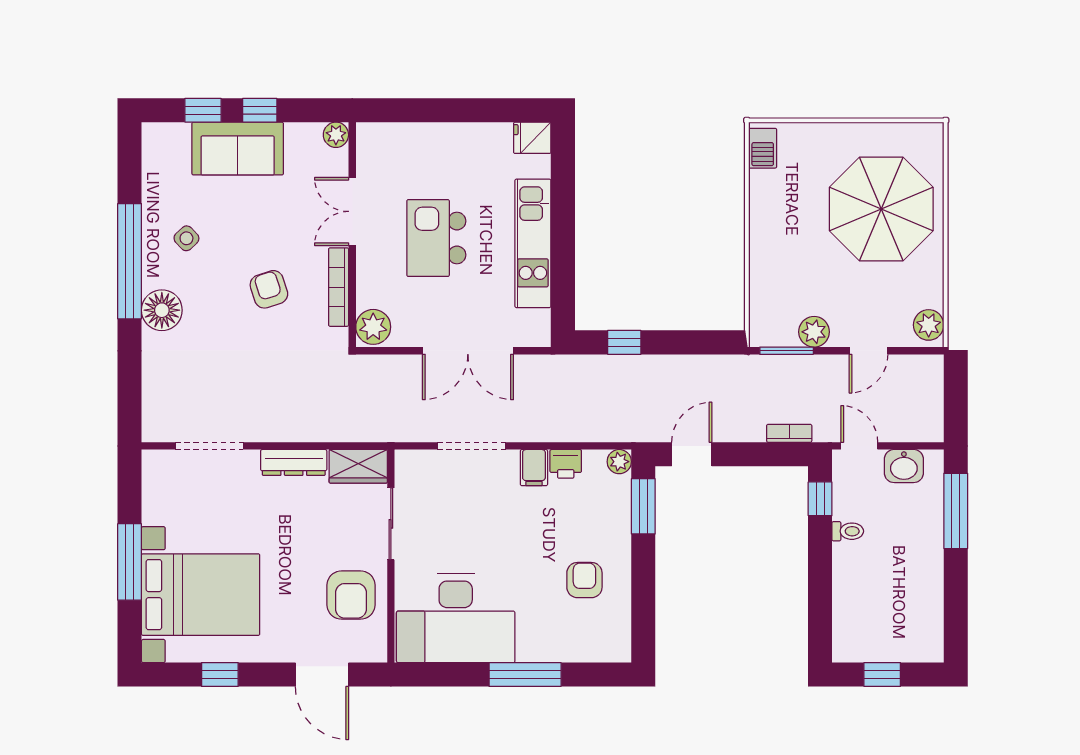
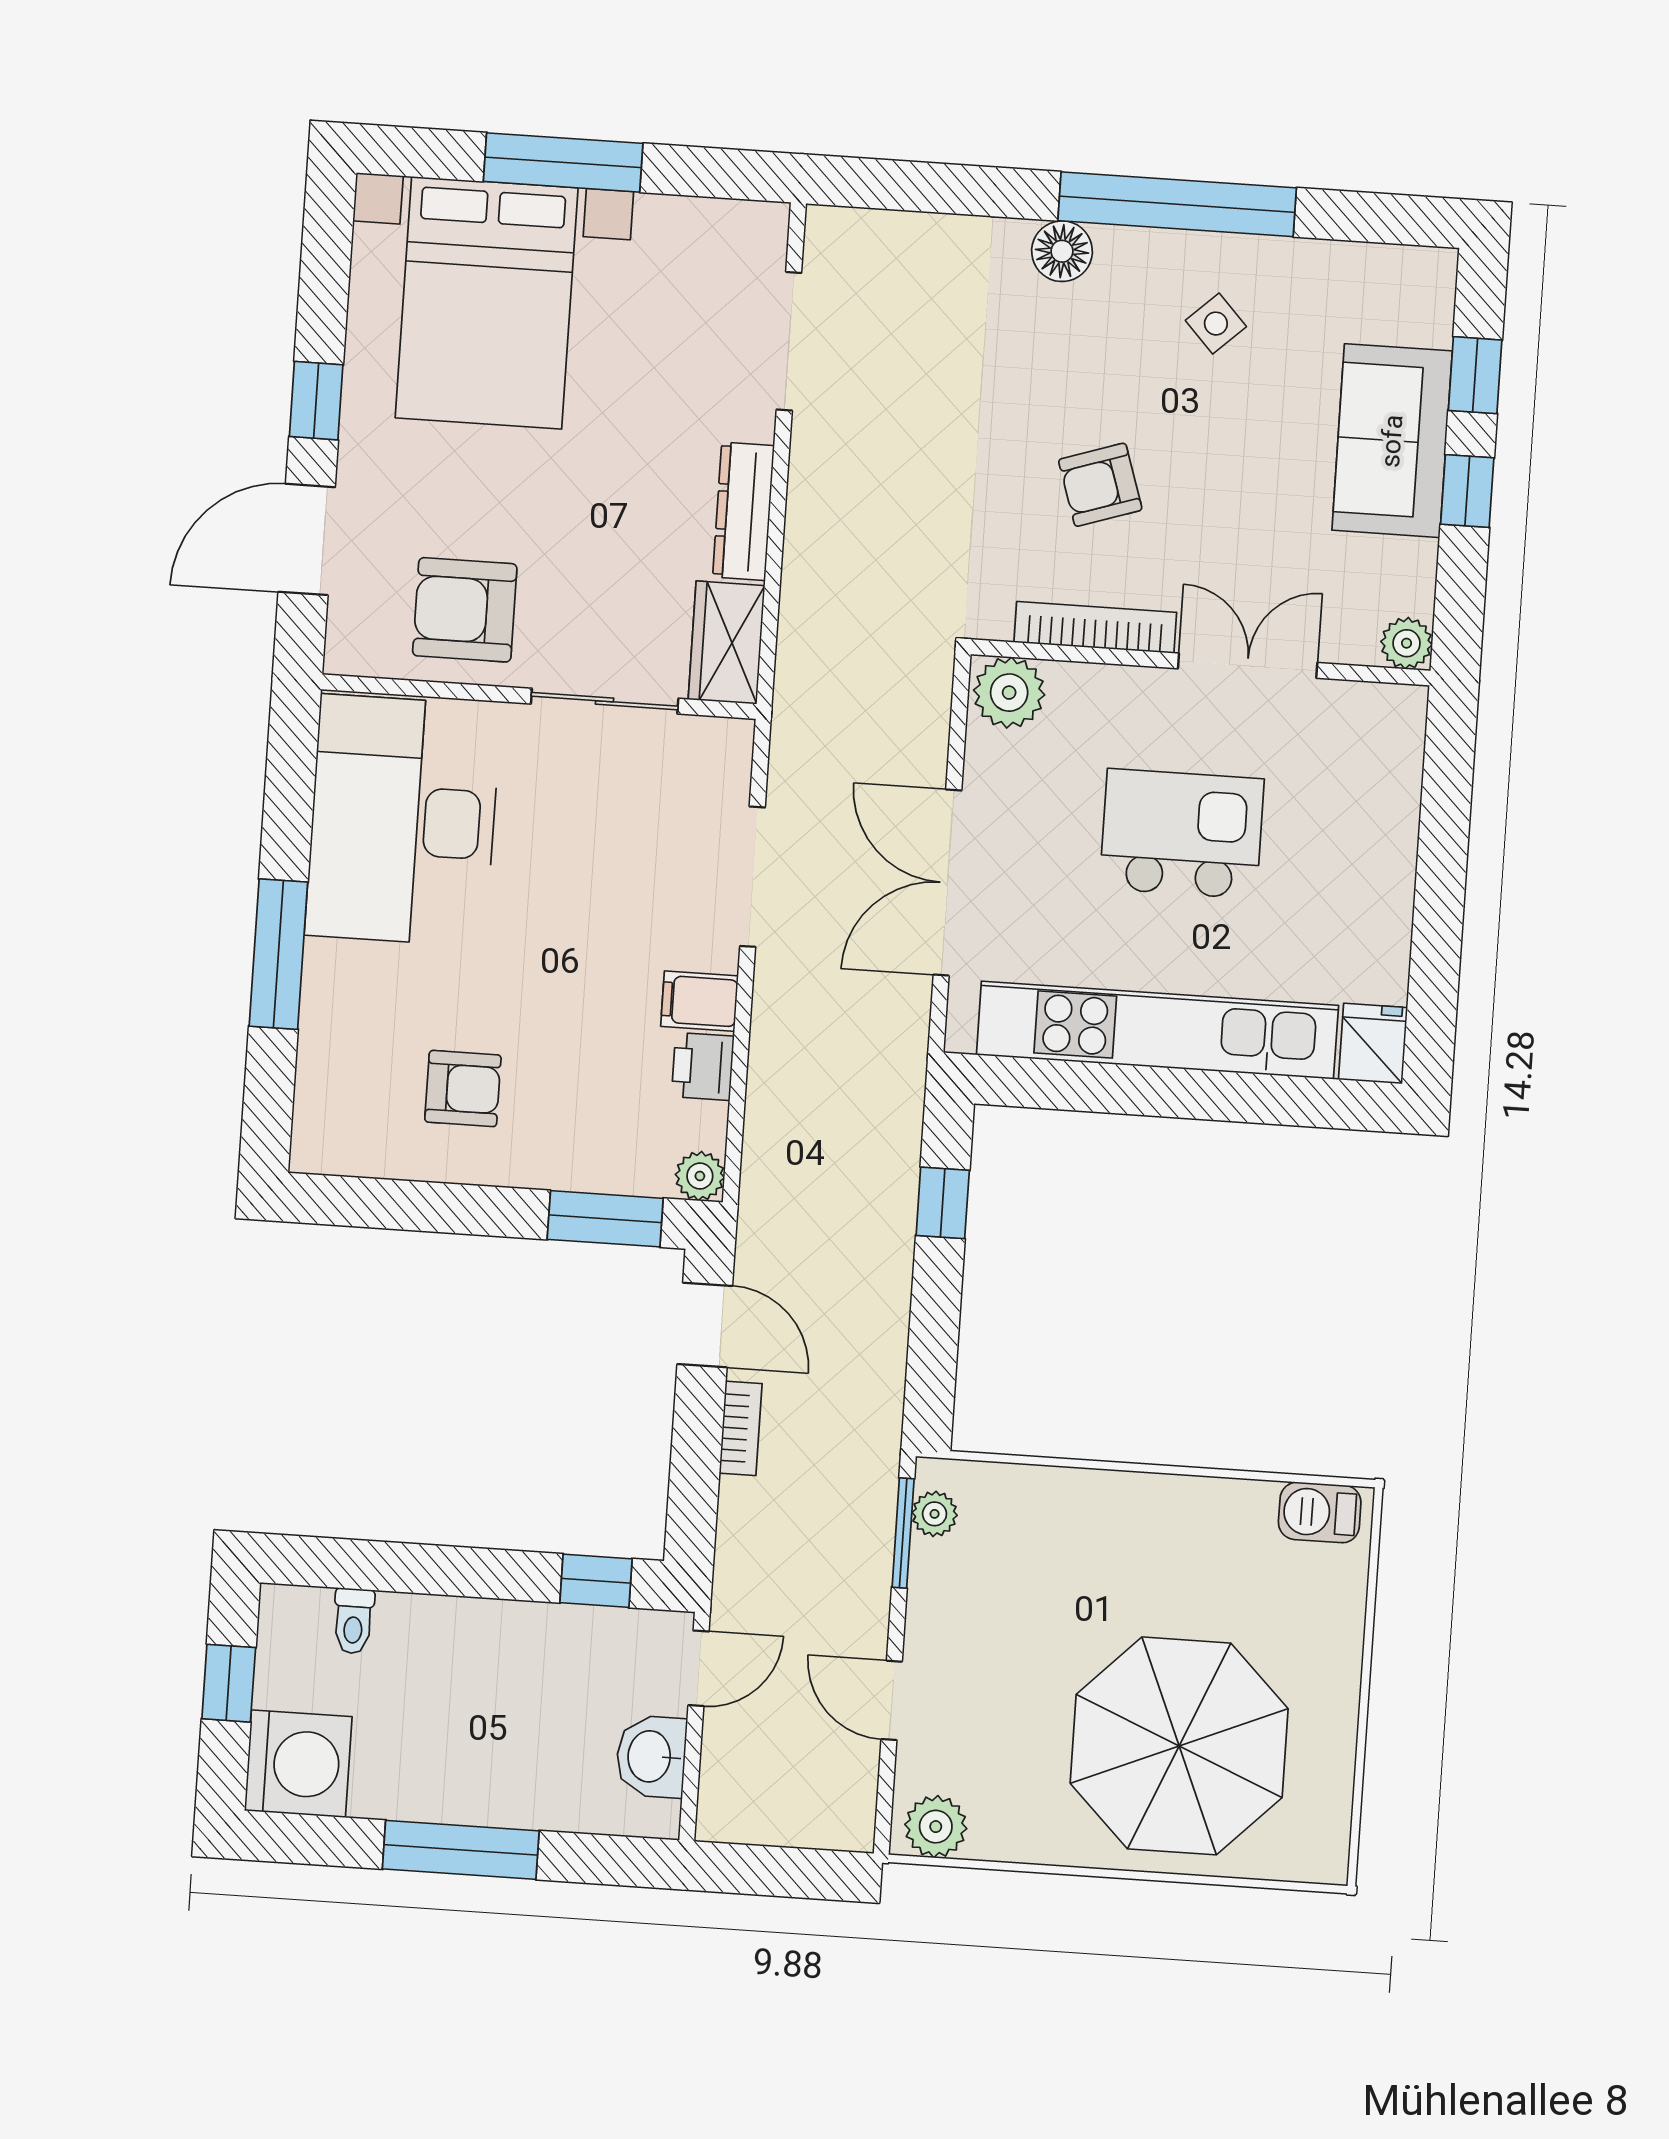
kitchen unit: (533, 243) -> (1157, 1030), width x1.36
armchair: (269, 289) -> (1100, 485), turned 180
floor lamp: (162, 310) -> (1062, 251), width x0.73, depth x0.73
plant: (814, 332) -> (935, 1514), moved, width x0.73, depth x0.73
bookcase: (789, 433) -> (741, 1428), moved
window: (956, 511) -> (461, 1850), moved
toilet: (848, 531) -> (353, 1621), moved
washing machine: (919, 638) -> (298, 1764), added
window: (220, 674) -> (316, 401), moved

